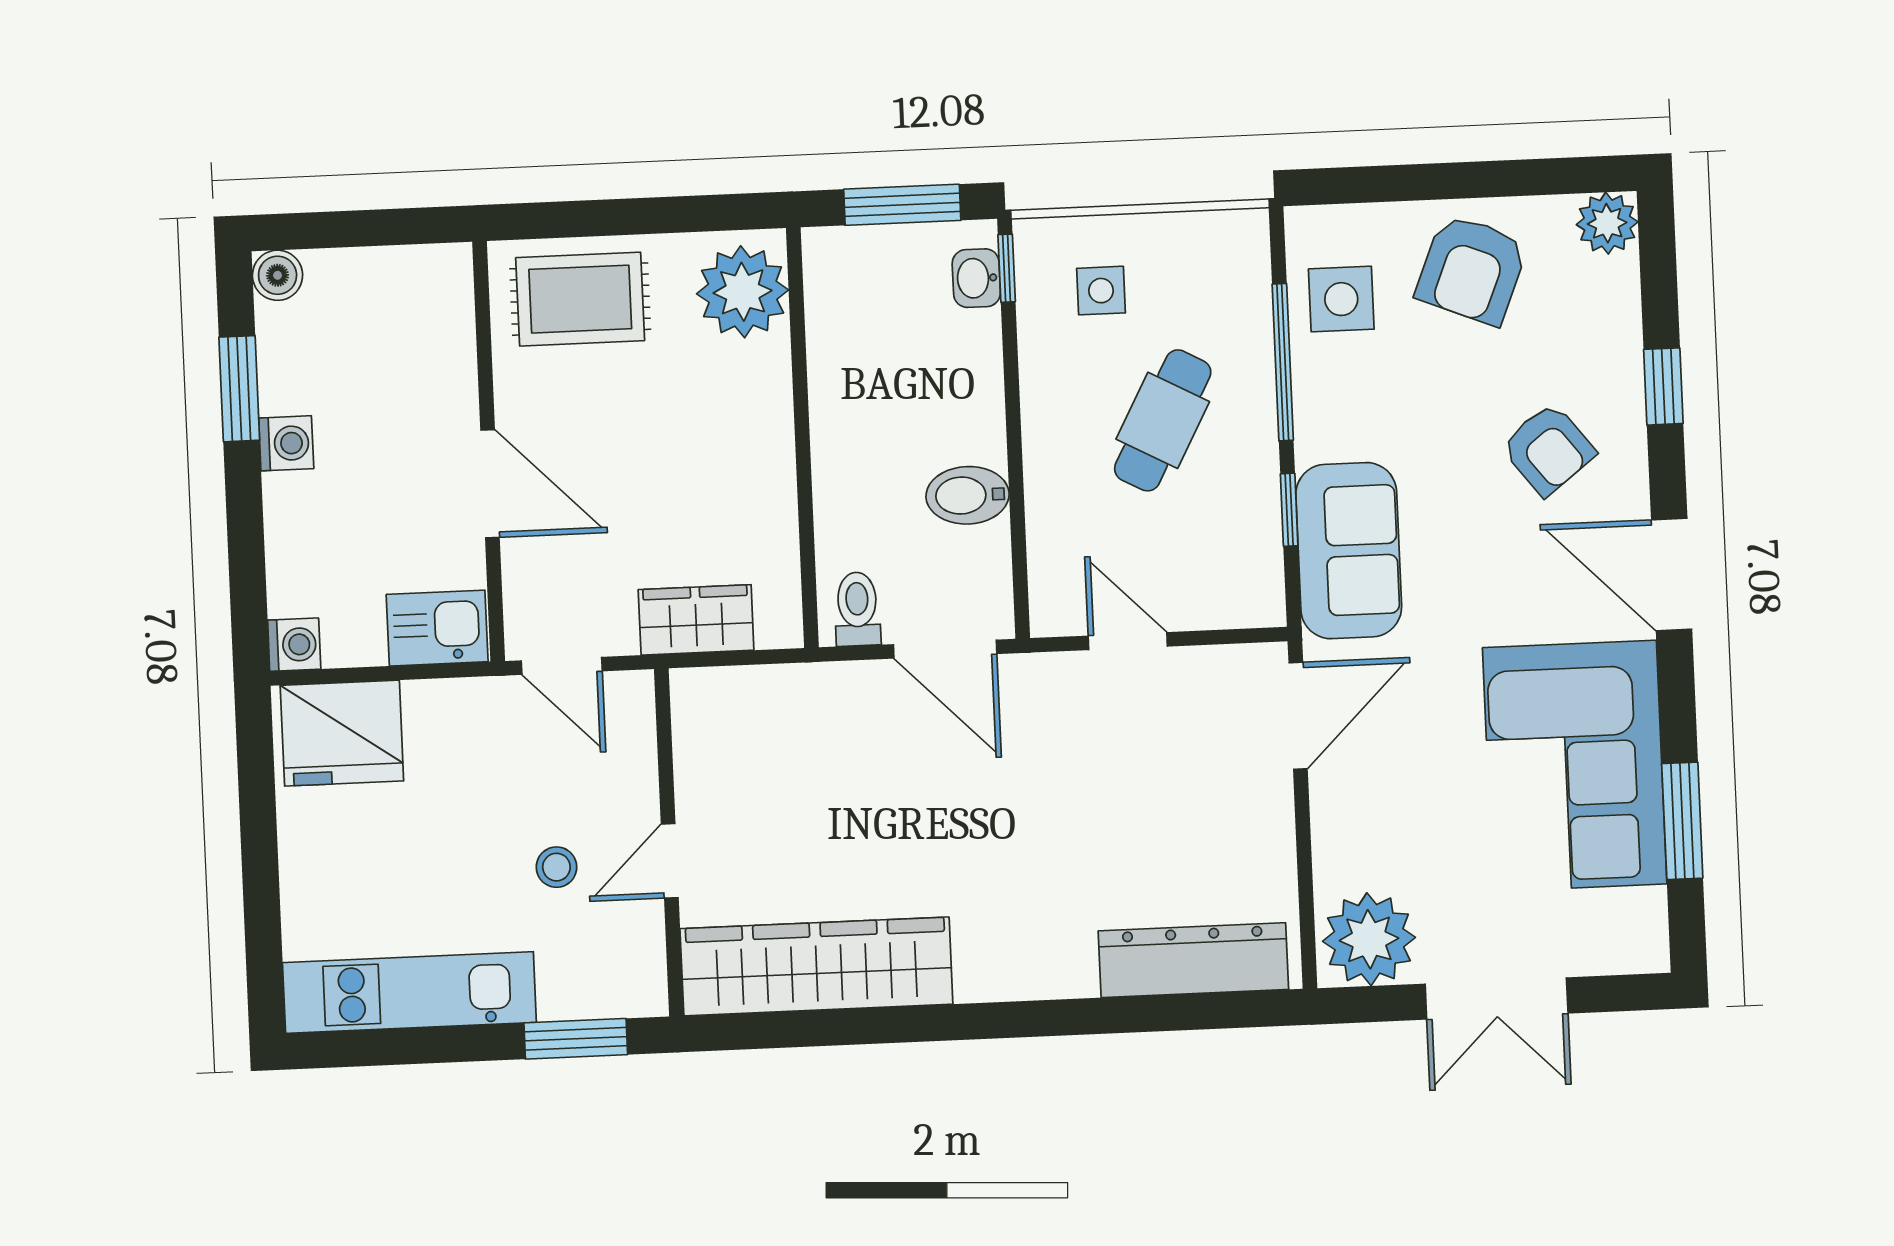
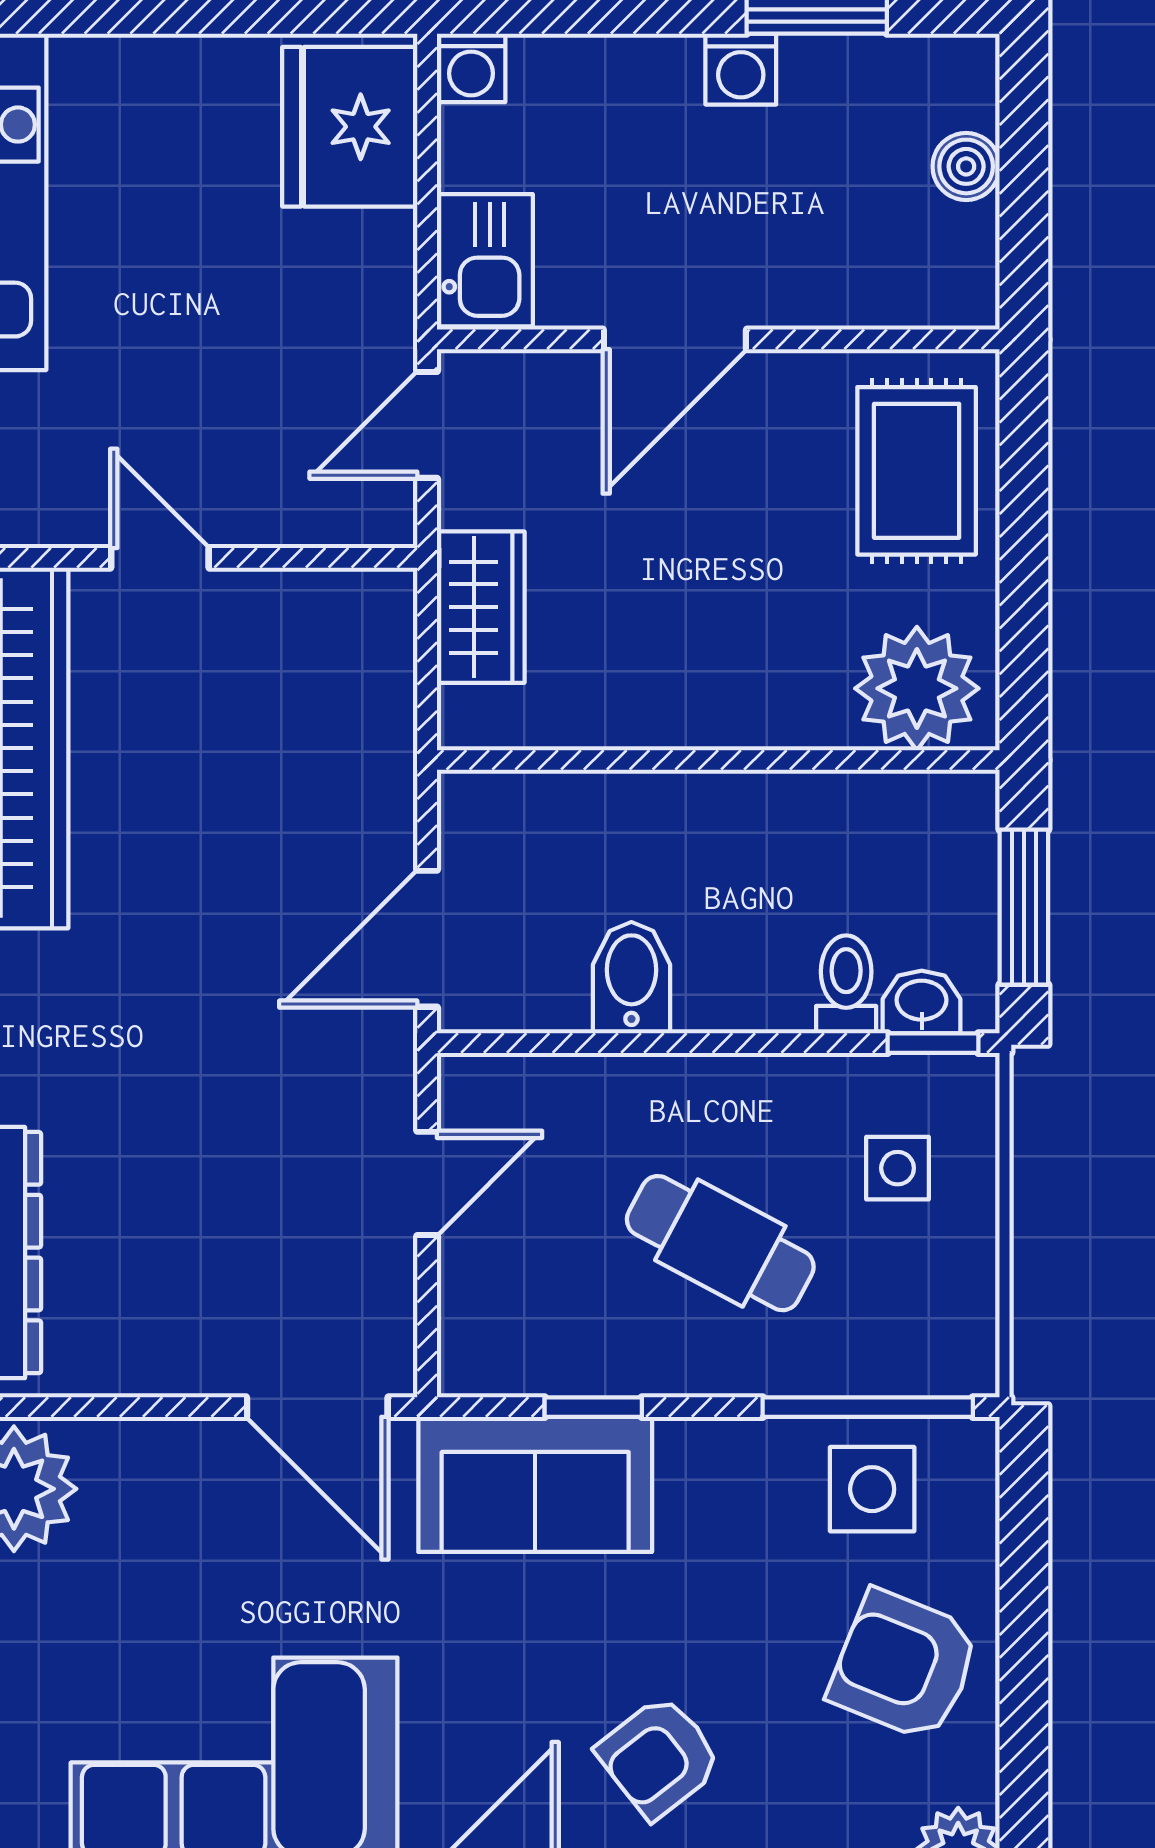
boiler: (278, 275) -> (966, 166), moved
window: (1283, 362) -> (868, 1407), moved
toilet: (857, 609) -> (846, 984), moved, turned -90
stool: (556, 867) -> (158, 406), removed

